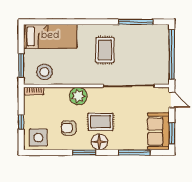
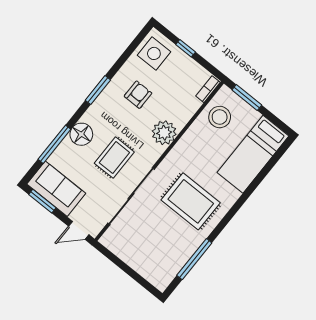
rug: (105, 50) -> (191, 201), width x1.36, depth x1.43
window: (172, 54) -> (128, 270), removed
rug: (101, 122) -> (114, 158), moved
floor lamp: (99, 142) -> (81, 134), moved

